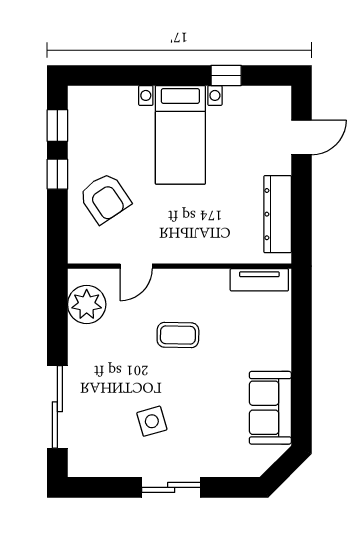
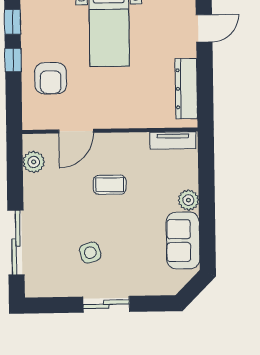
armchair: (105, 198) -> (51, 78), turned 34
door: (136, 266) -> (76, 131), width x1.38
plant: (87, 304) -> (34, 162), width x0.73, depth x0.73
plant: (278, 356) -> (188, 200), added

